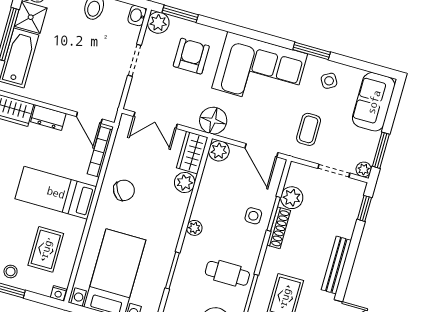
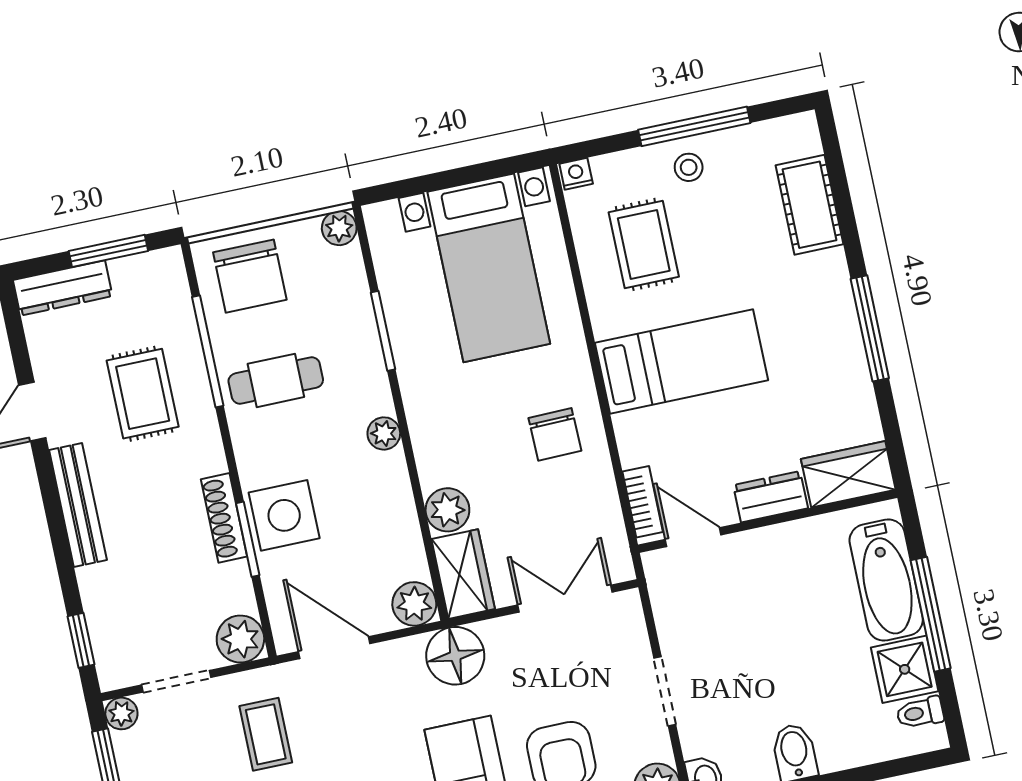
bookcase: (100, 152) -> (643, 502), width x0.64
chair: (124, 190) -> (555, 434), turned -59
plant: (292, 198) -> (240, 639), moved
side table: (253, 216) -> (284, 515), width x1.87, depth x1.87

